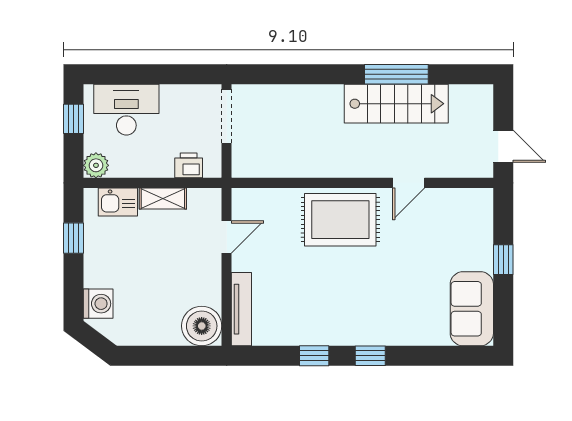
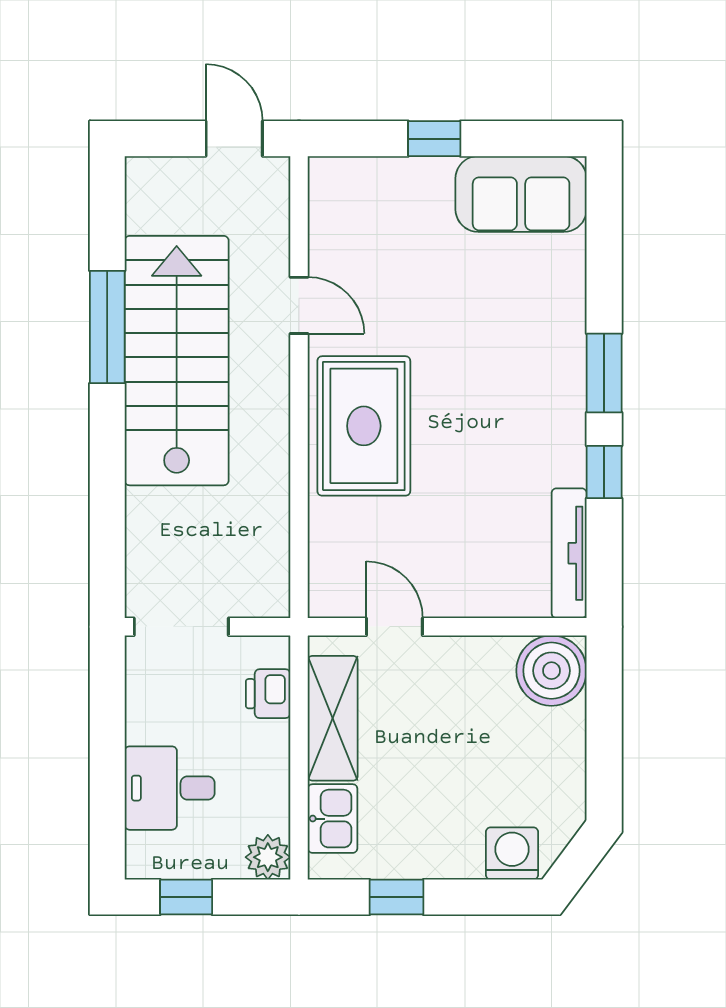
stairs: (396, 104) -> (177, 361), width x1.36, depth x1.51
desk: (126, 110) -> (170, 788), width x0.73
door: (503, 146) -> (234, 139), hinge flipped
shelving: (163, 198) -> (333, 718), width x1.50, depth x1.33
tv unit: (241, 309) -> (569, 553), moved, turned -90
window: (370, 356) -> (604, 373), width x1.50

